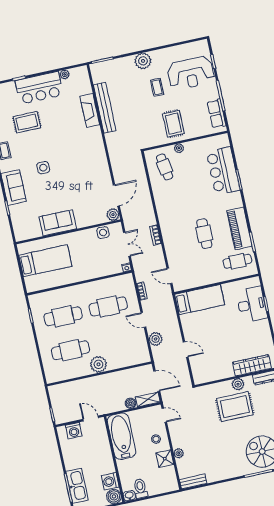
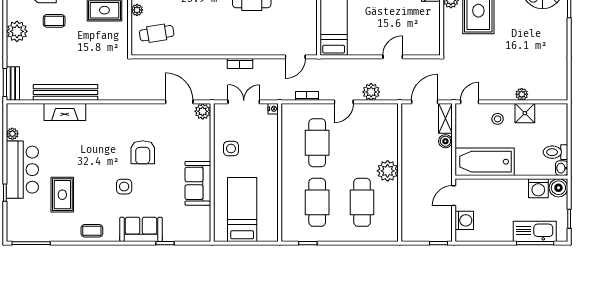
armchair: (72, 176) -> (143, 152), added
side table: (103, 233) -> (231, 149), moved
bench: (193, 481) -> (13, 84), moved

